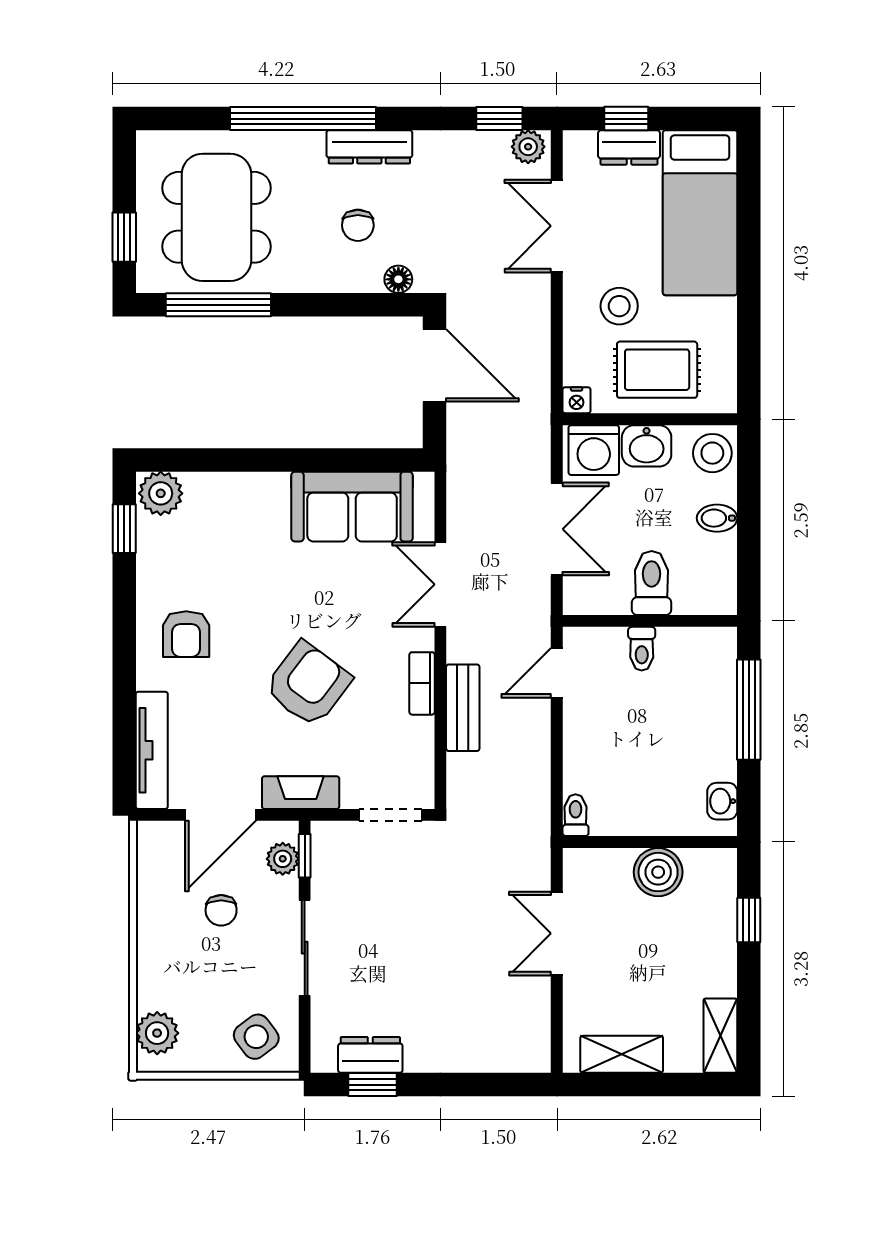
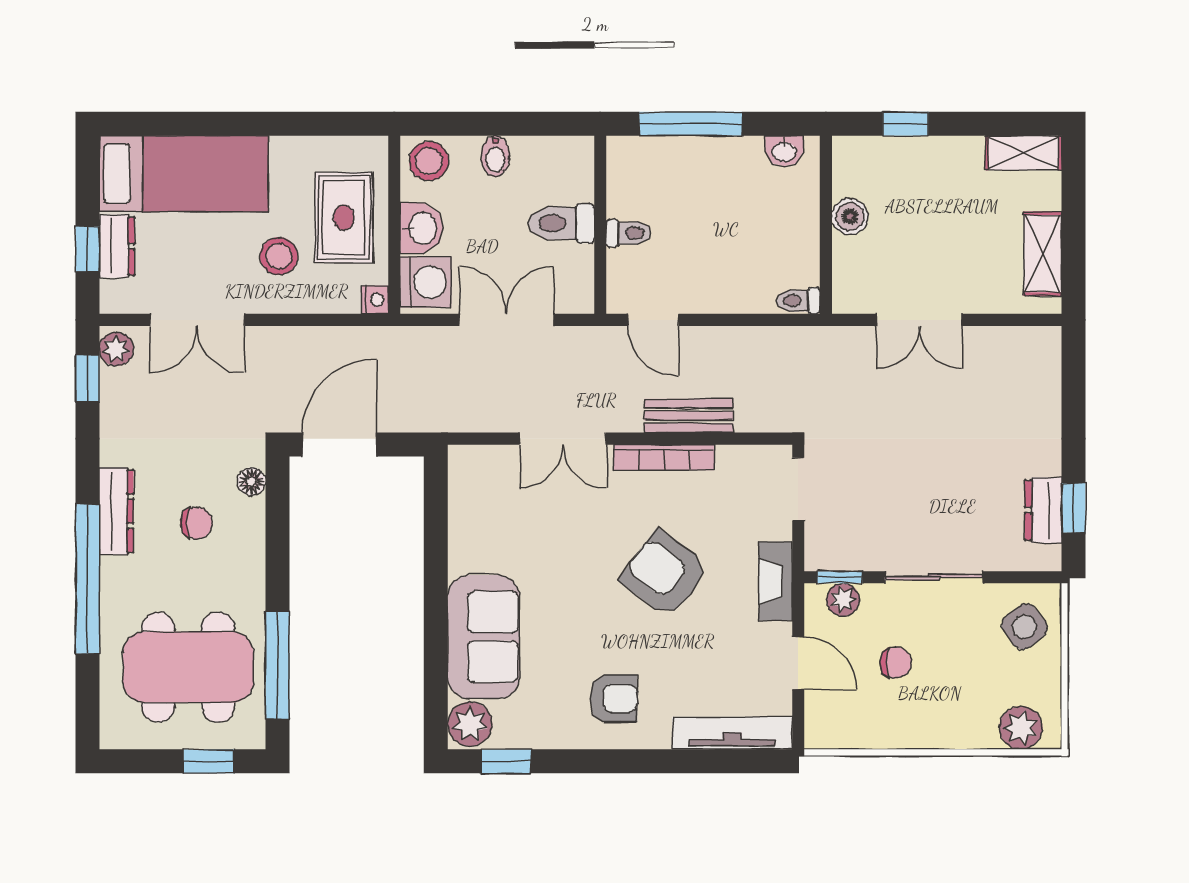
sofa: (352, 507) -> (484, 637), moved
bookcase: (422, 683) -> (664, 457), width x1.56
door: (220, 815) -> (798, 663), width x0.73
boiler: (658, 872) -> (850, 216), width x0.73, depth x0.73

